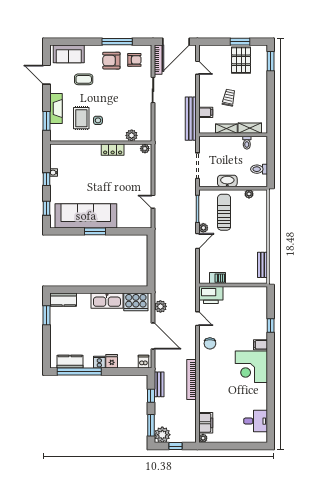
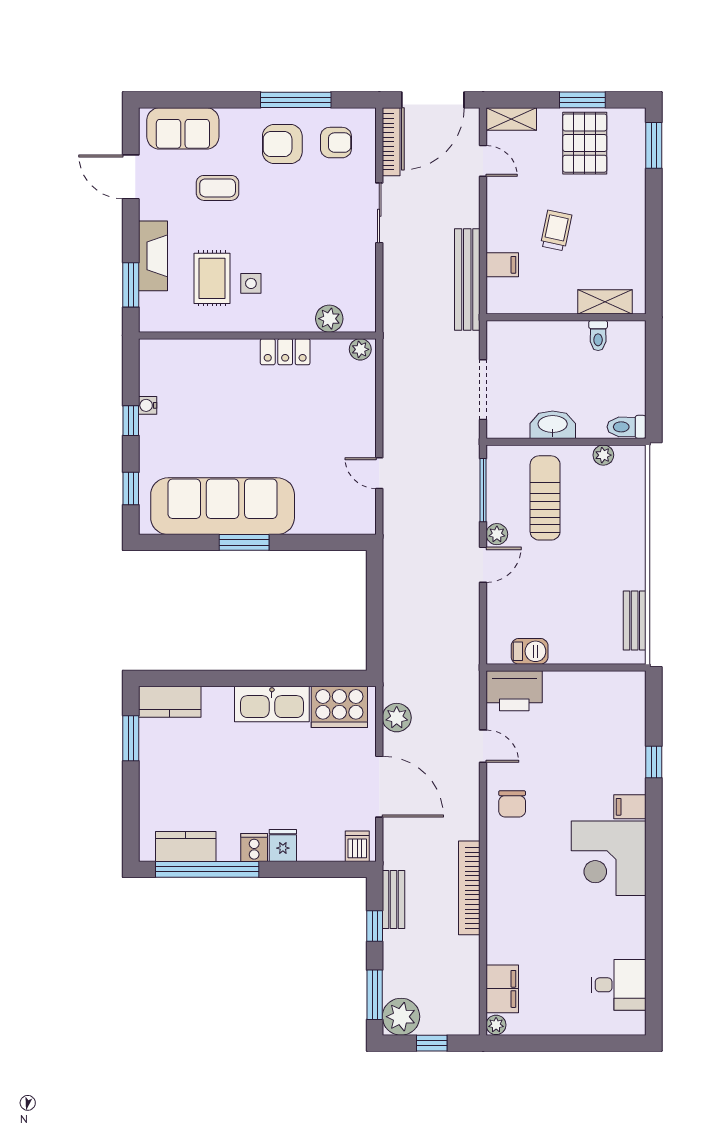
shelving: (226, 129) -> (511, 119), moved
toilet: (259, 169) -> (627, 427), moved

